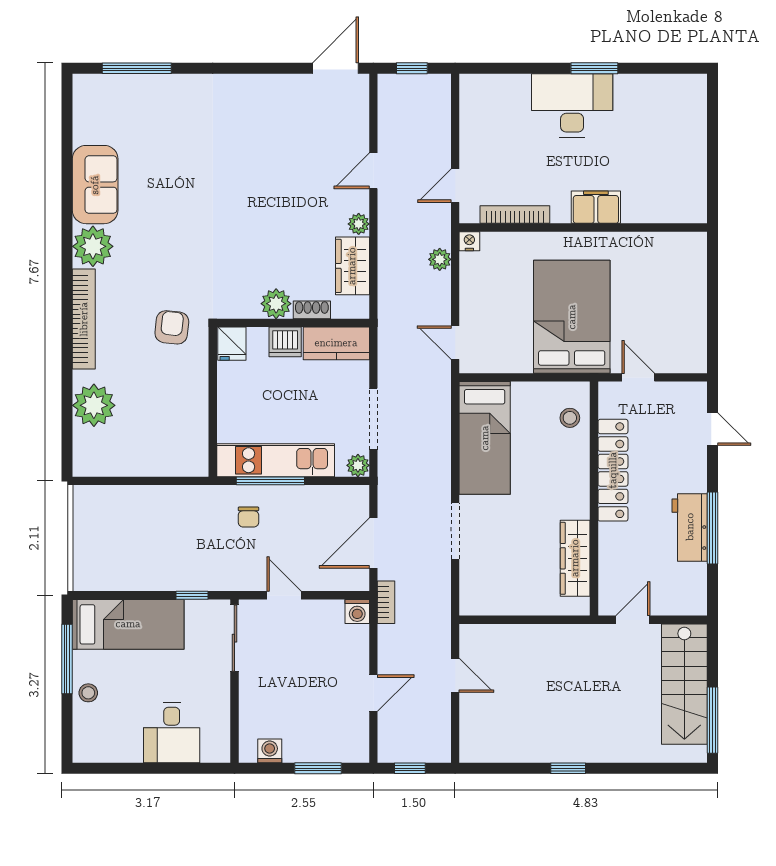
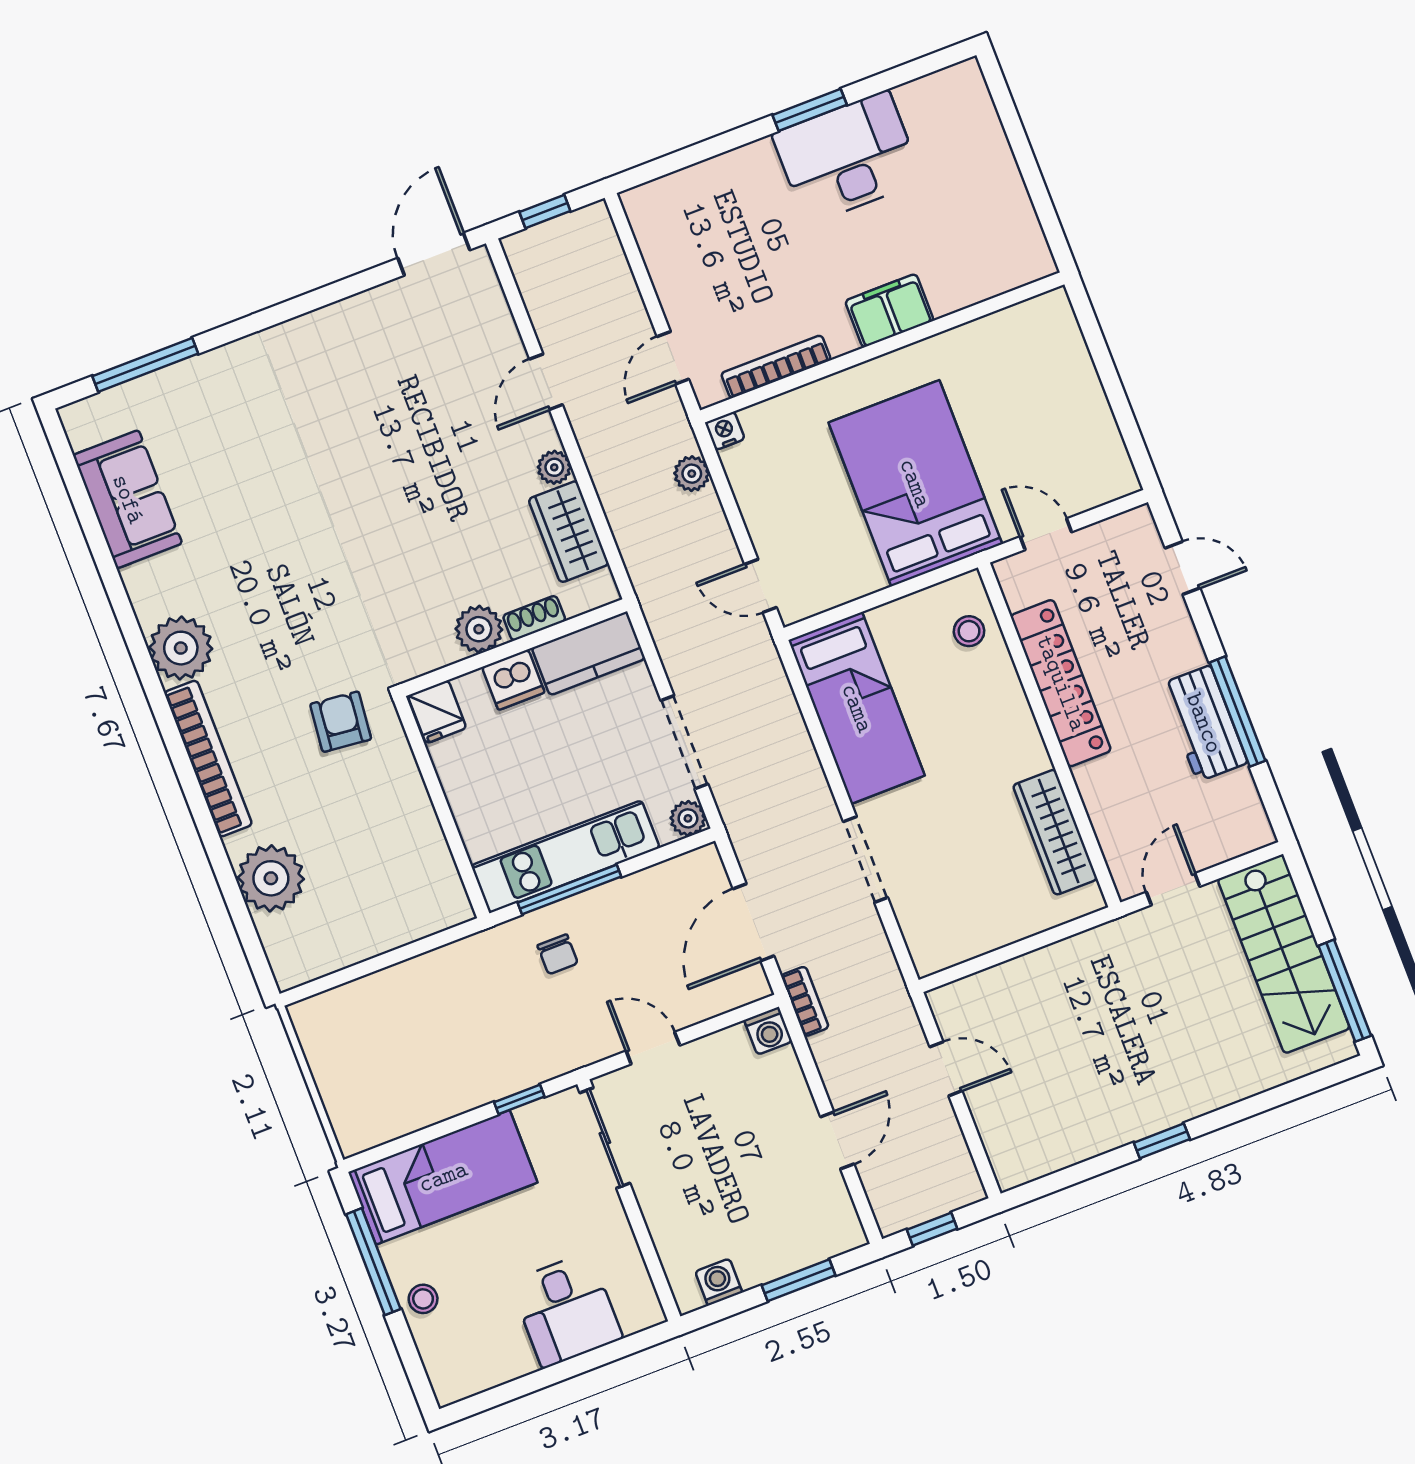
desk: (572, 105) -> (847, 158), moved
sofa: (95, 185) -> (128, 499), moved

